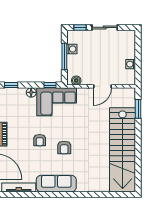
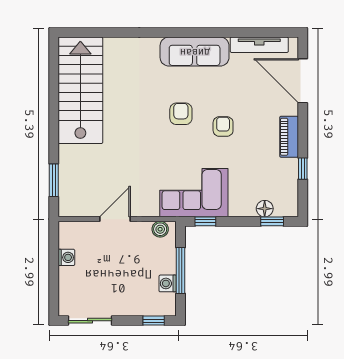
sliding door: (105, 27) -> (90, 321), moved
floor lamp: (31, 92) -> (265, 209), moved
stairs: (123, 150) -> (80, 90), width x0.73

